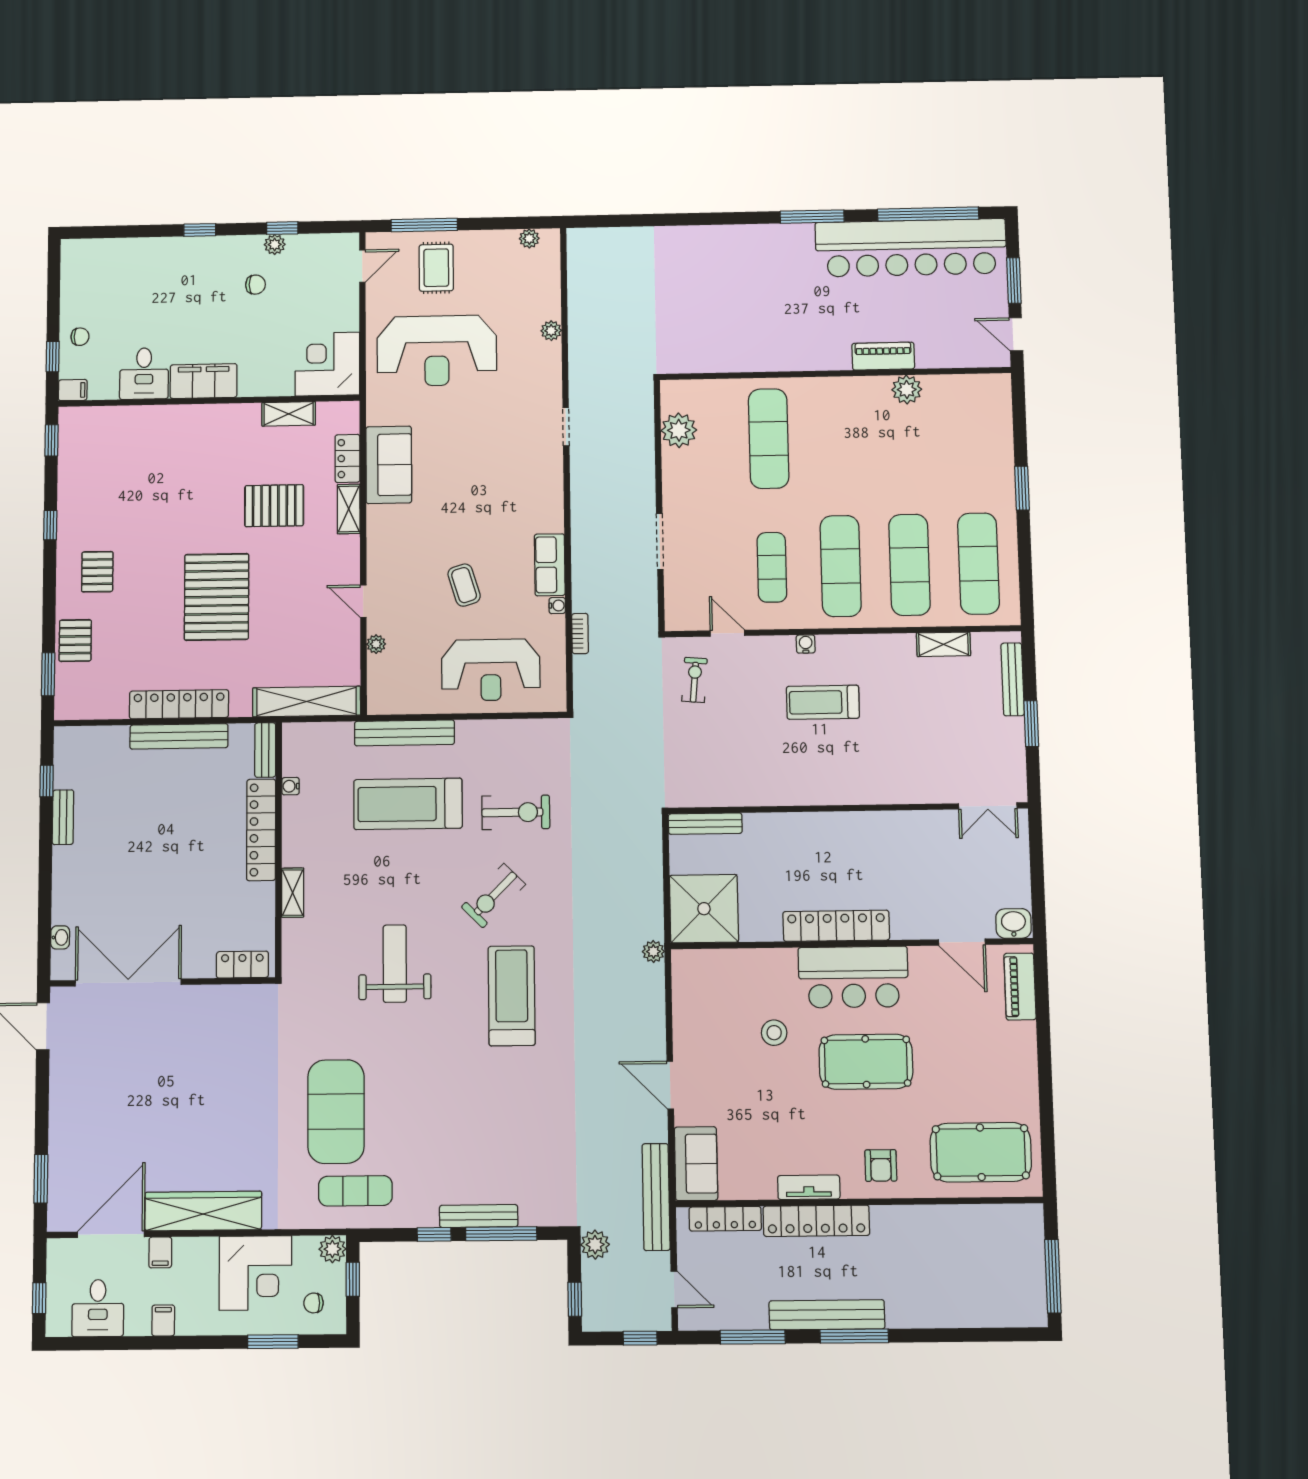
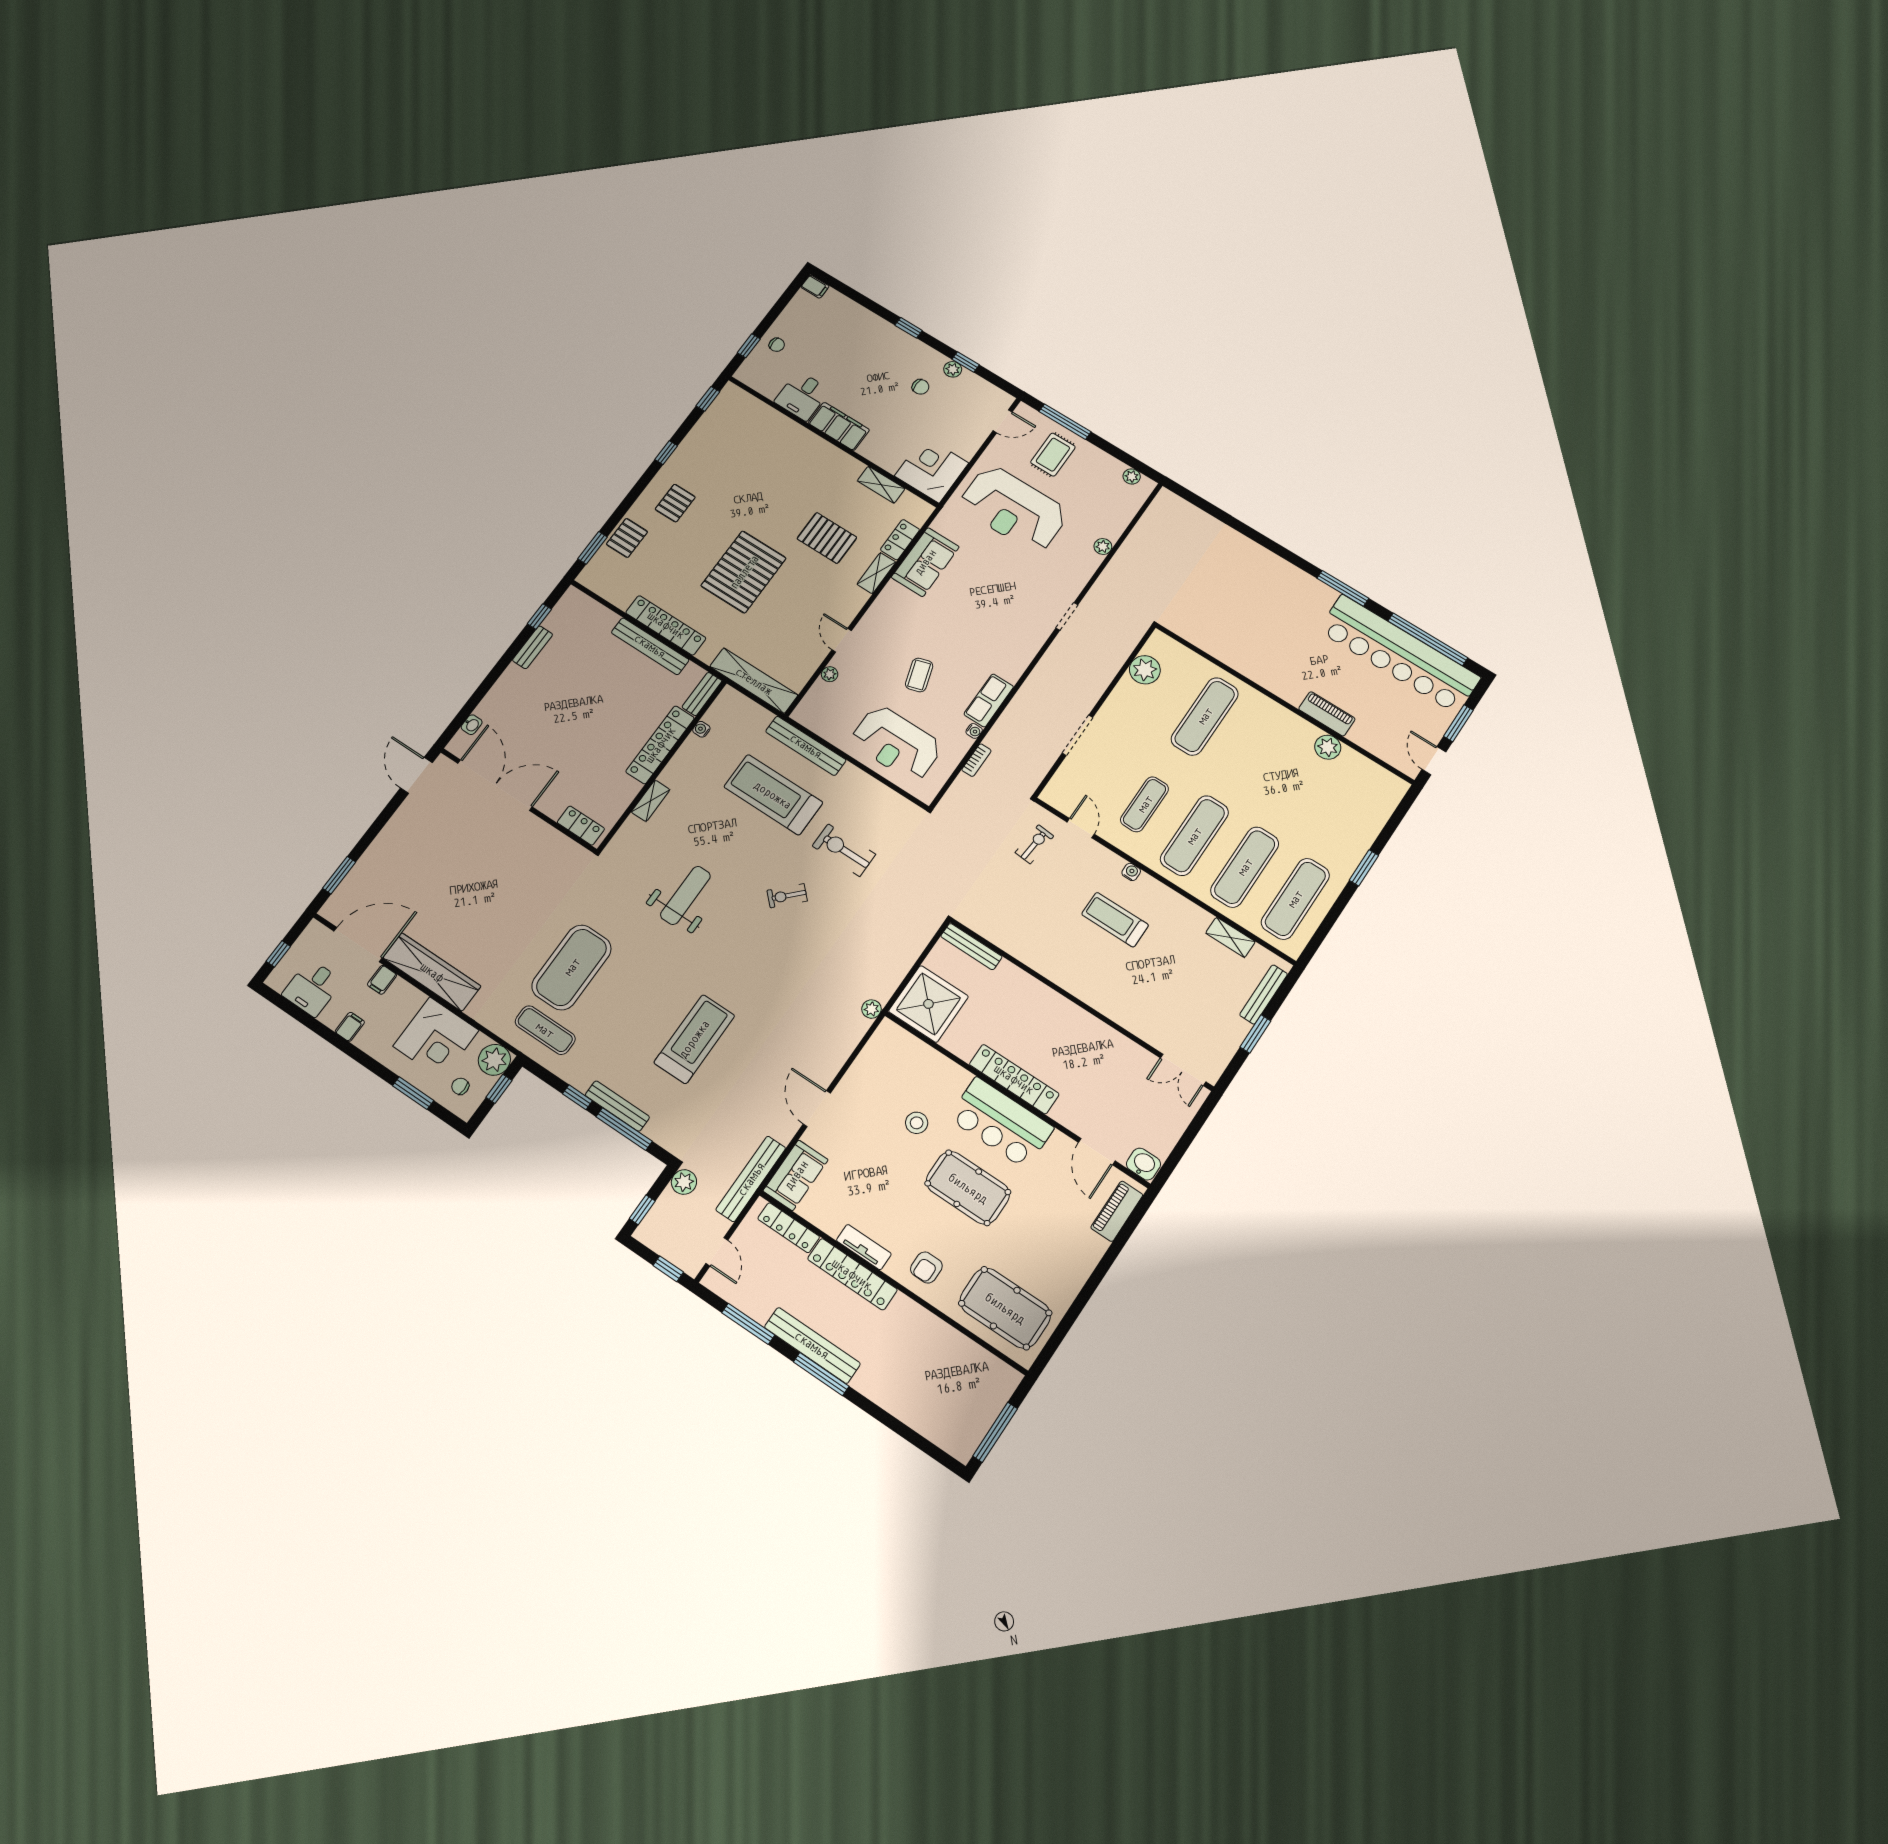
filing cabinet: (73, 390) -> (815, 287), moved
exercise bike: (516, 812) -> (844, 850), turned 180
exercise bike: (493, 896) -> (787, 896), width x0.73, depth x0.72
treadmill: (512, 996) -> (694, 1039), moved
plant: (332, 1249) -> (494, 1060), width x1.36, depth x1.36

